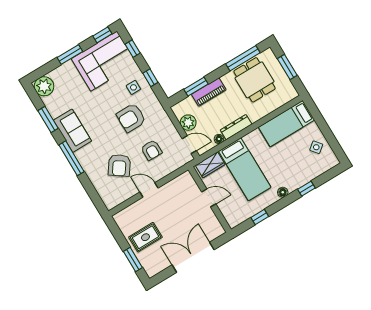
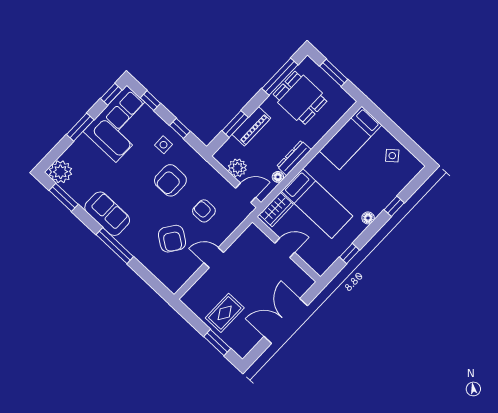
window: (48, 119) -> (64, 197), moved
armchair: (151, 150) -> (204, 211), turned 180

